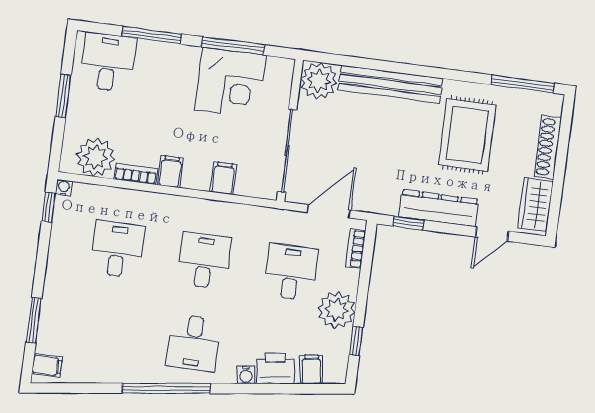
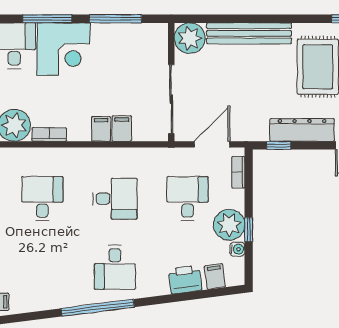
corner desk: (230, 82) -> (64, 49), moved
filing cabinet: (170, 172) -> (101, 129), moved
desk: (204, 261) -> (115, 199), turned 90
window: (356, 341) -> (249, 230), moved
water cooler: (246, 375) -> (237, 249), moved, turned -83

